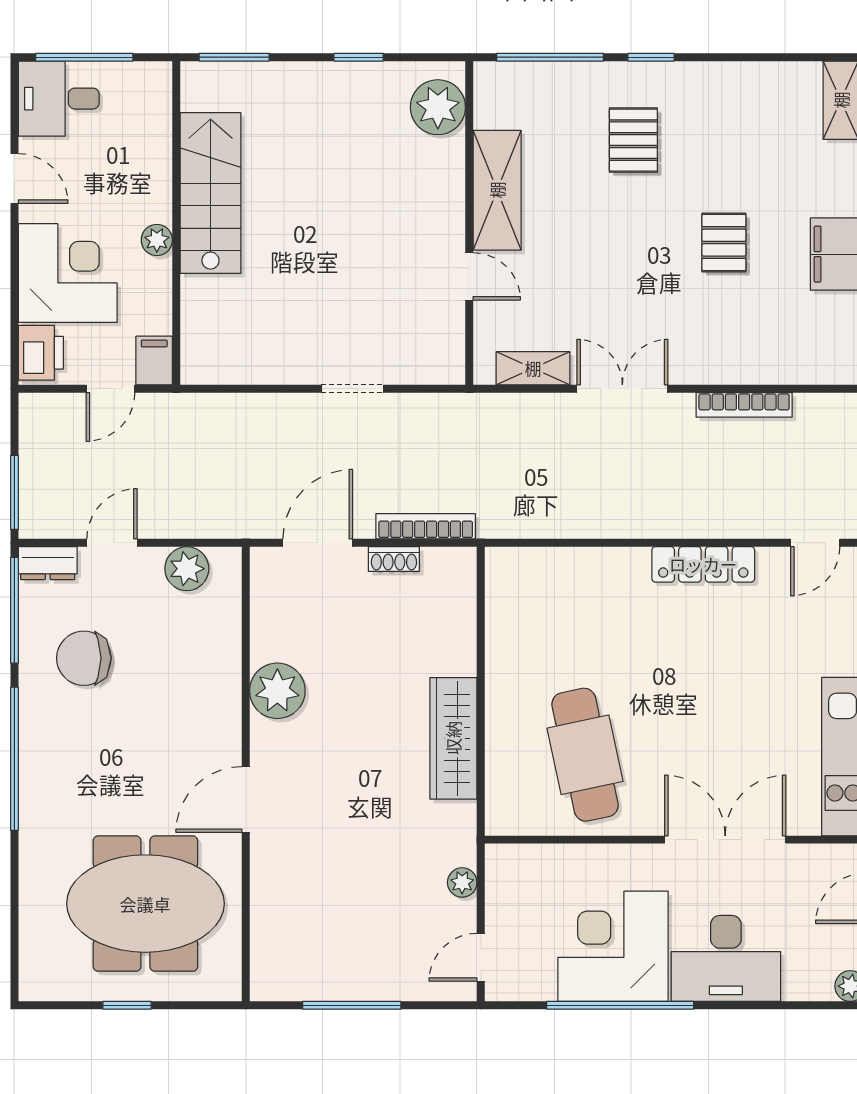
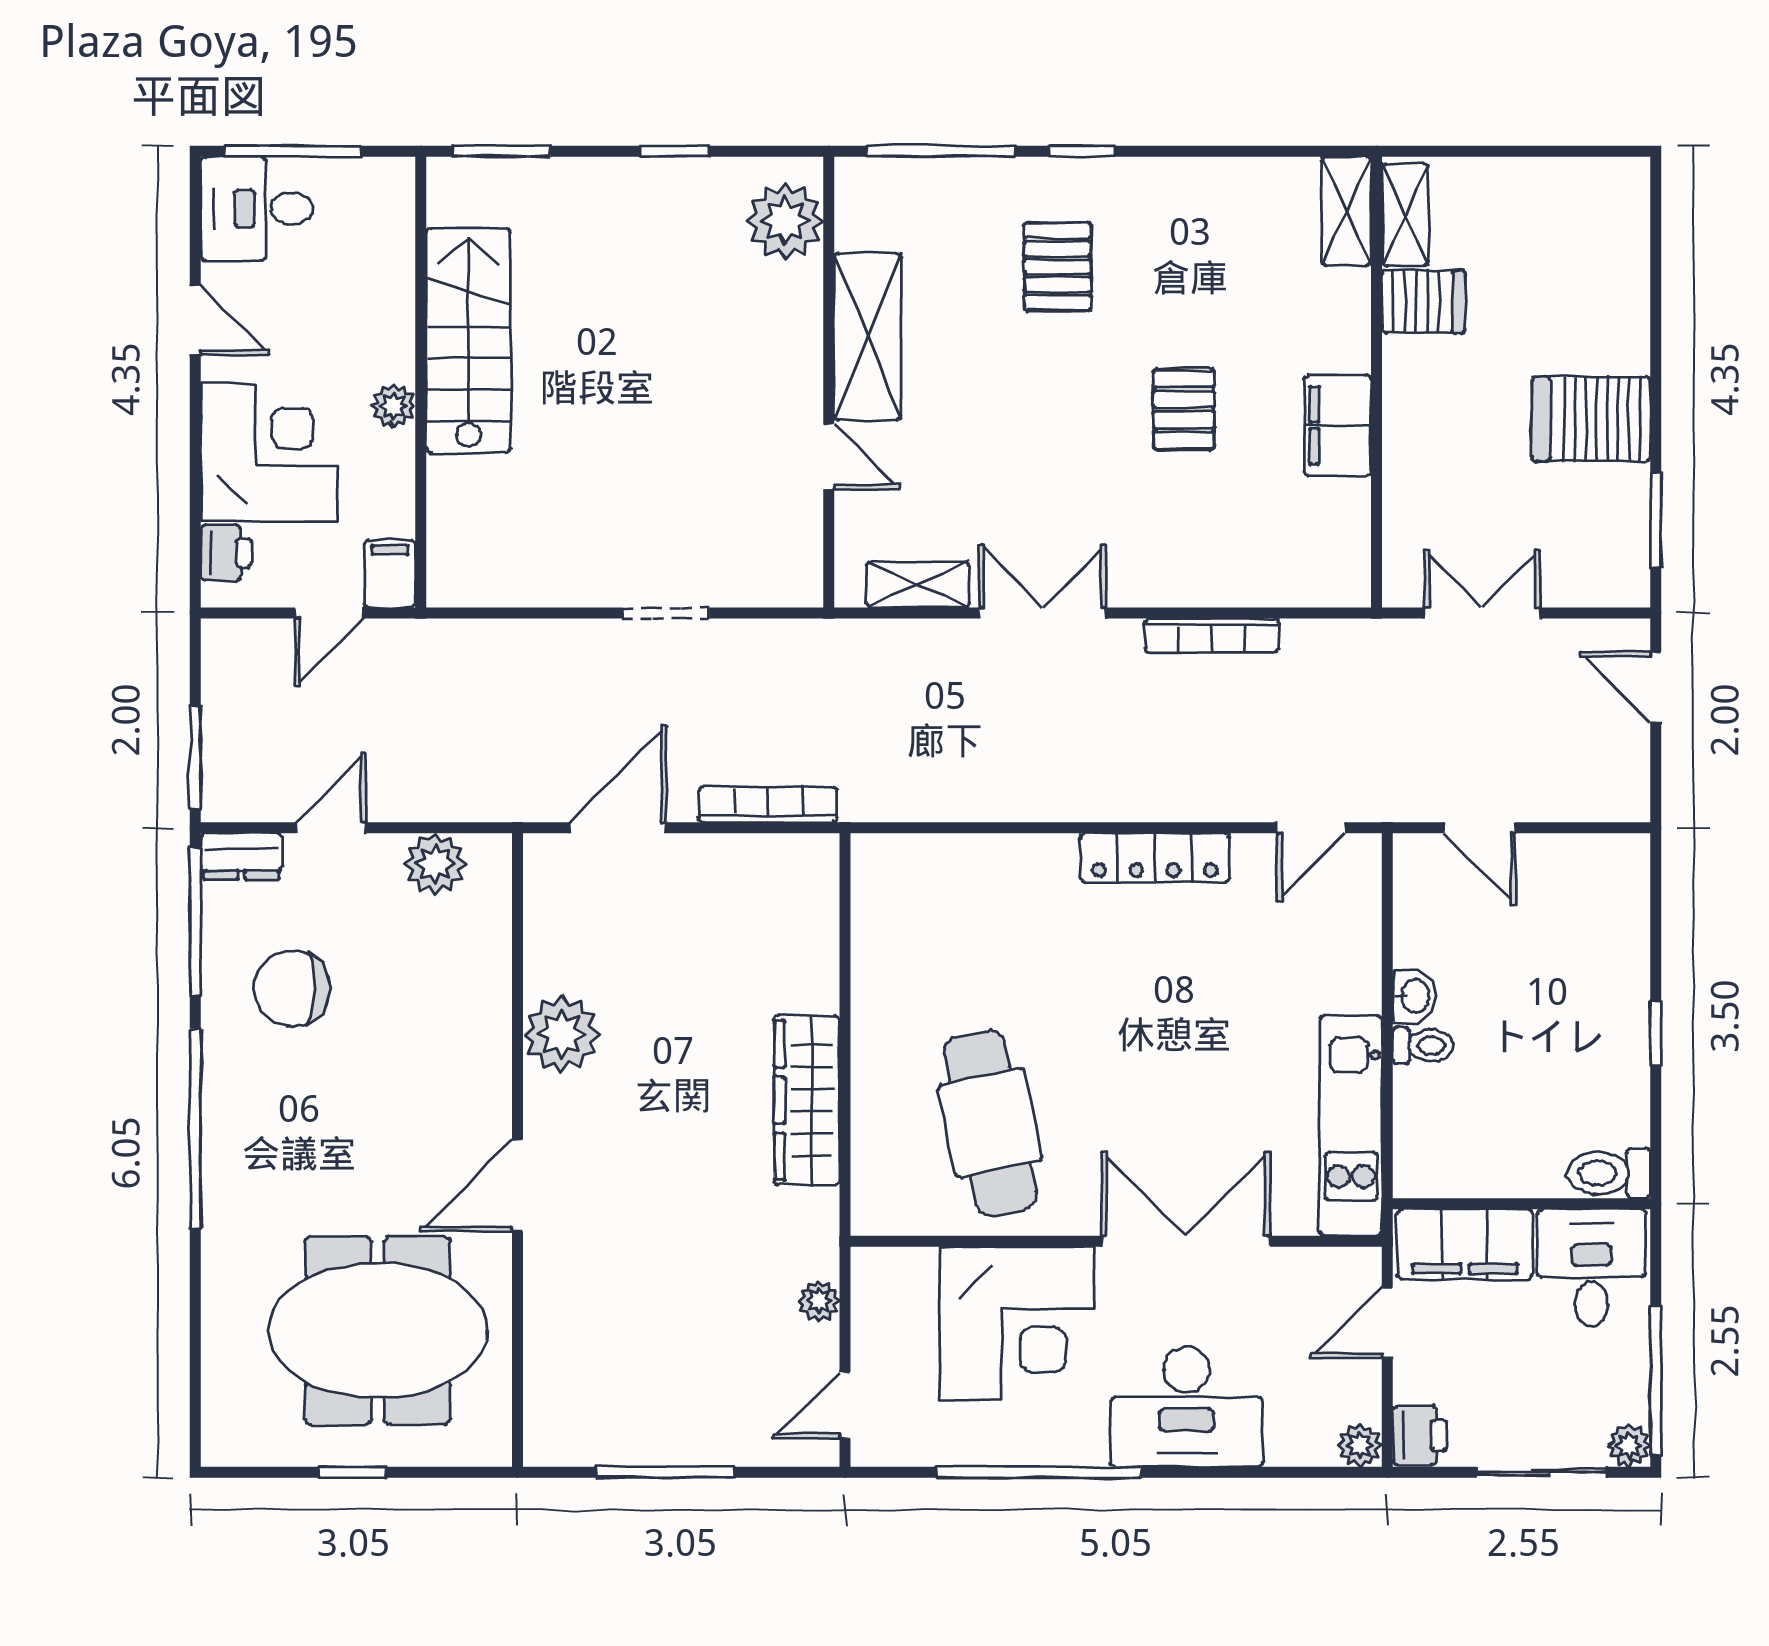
printer: (41, 353) -> (226, 553), width x0.73, depth x0.81
shoe rack: (394, 559) -> (724, 850), removed
corner desk: (613, 946) -> (1017, 1323), moved, turned 180

